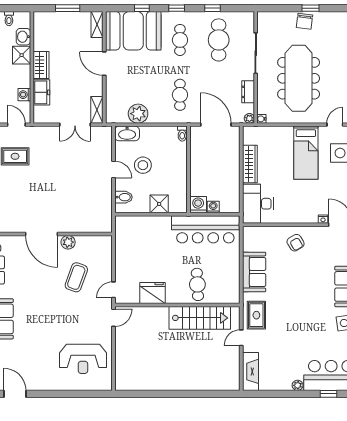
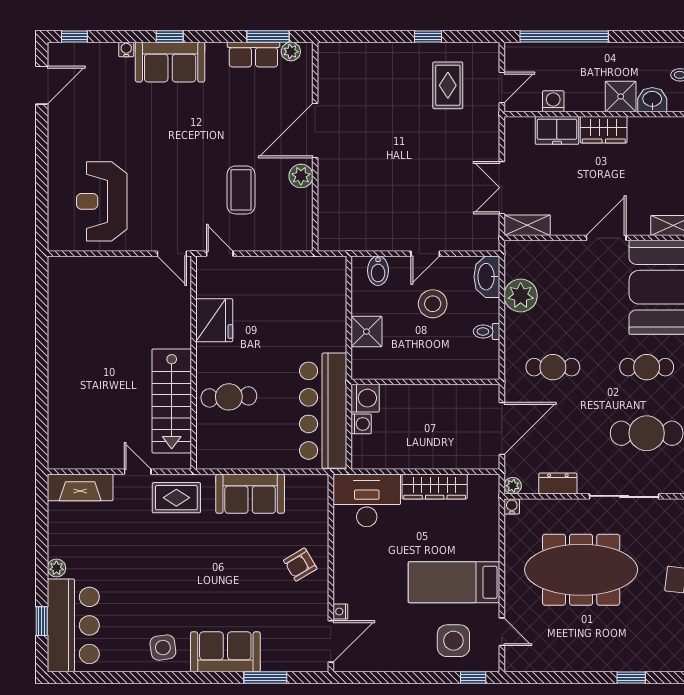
toilet: (182, 134) -> (487, 331), moved
coffee table: (76, 277) -> (241, 190), turned 70

